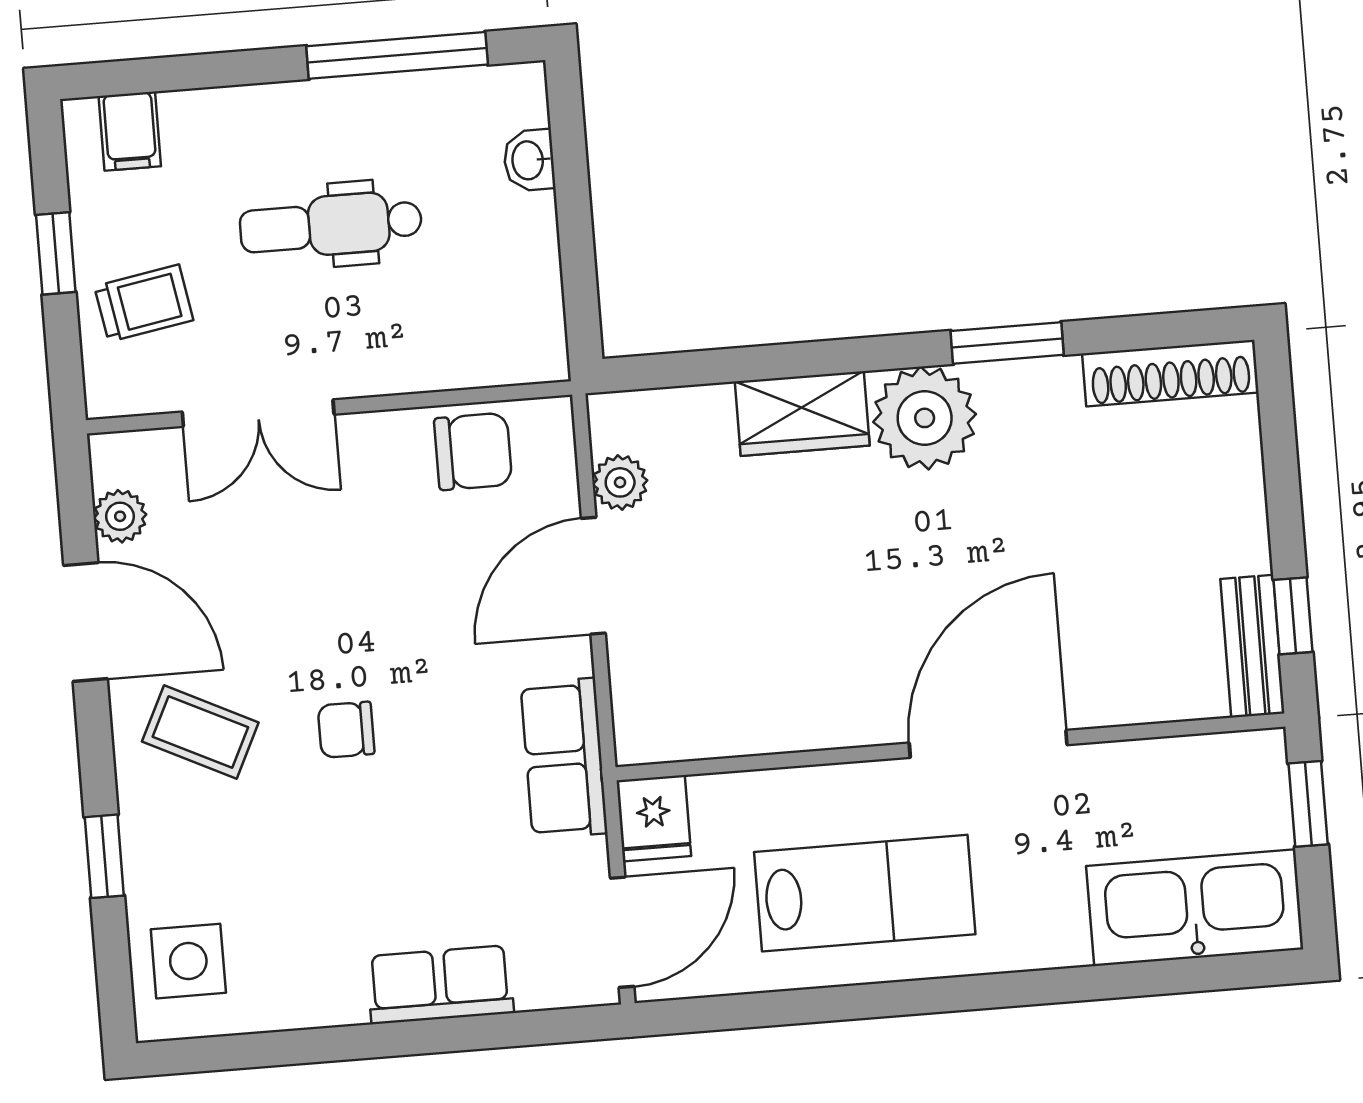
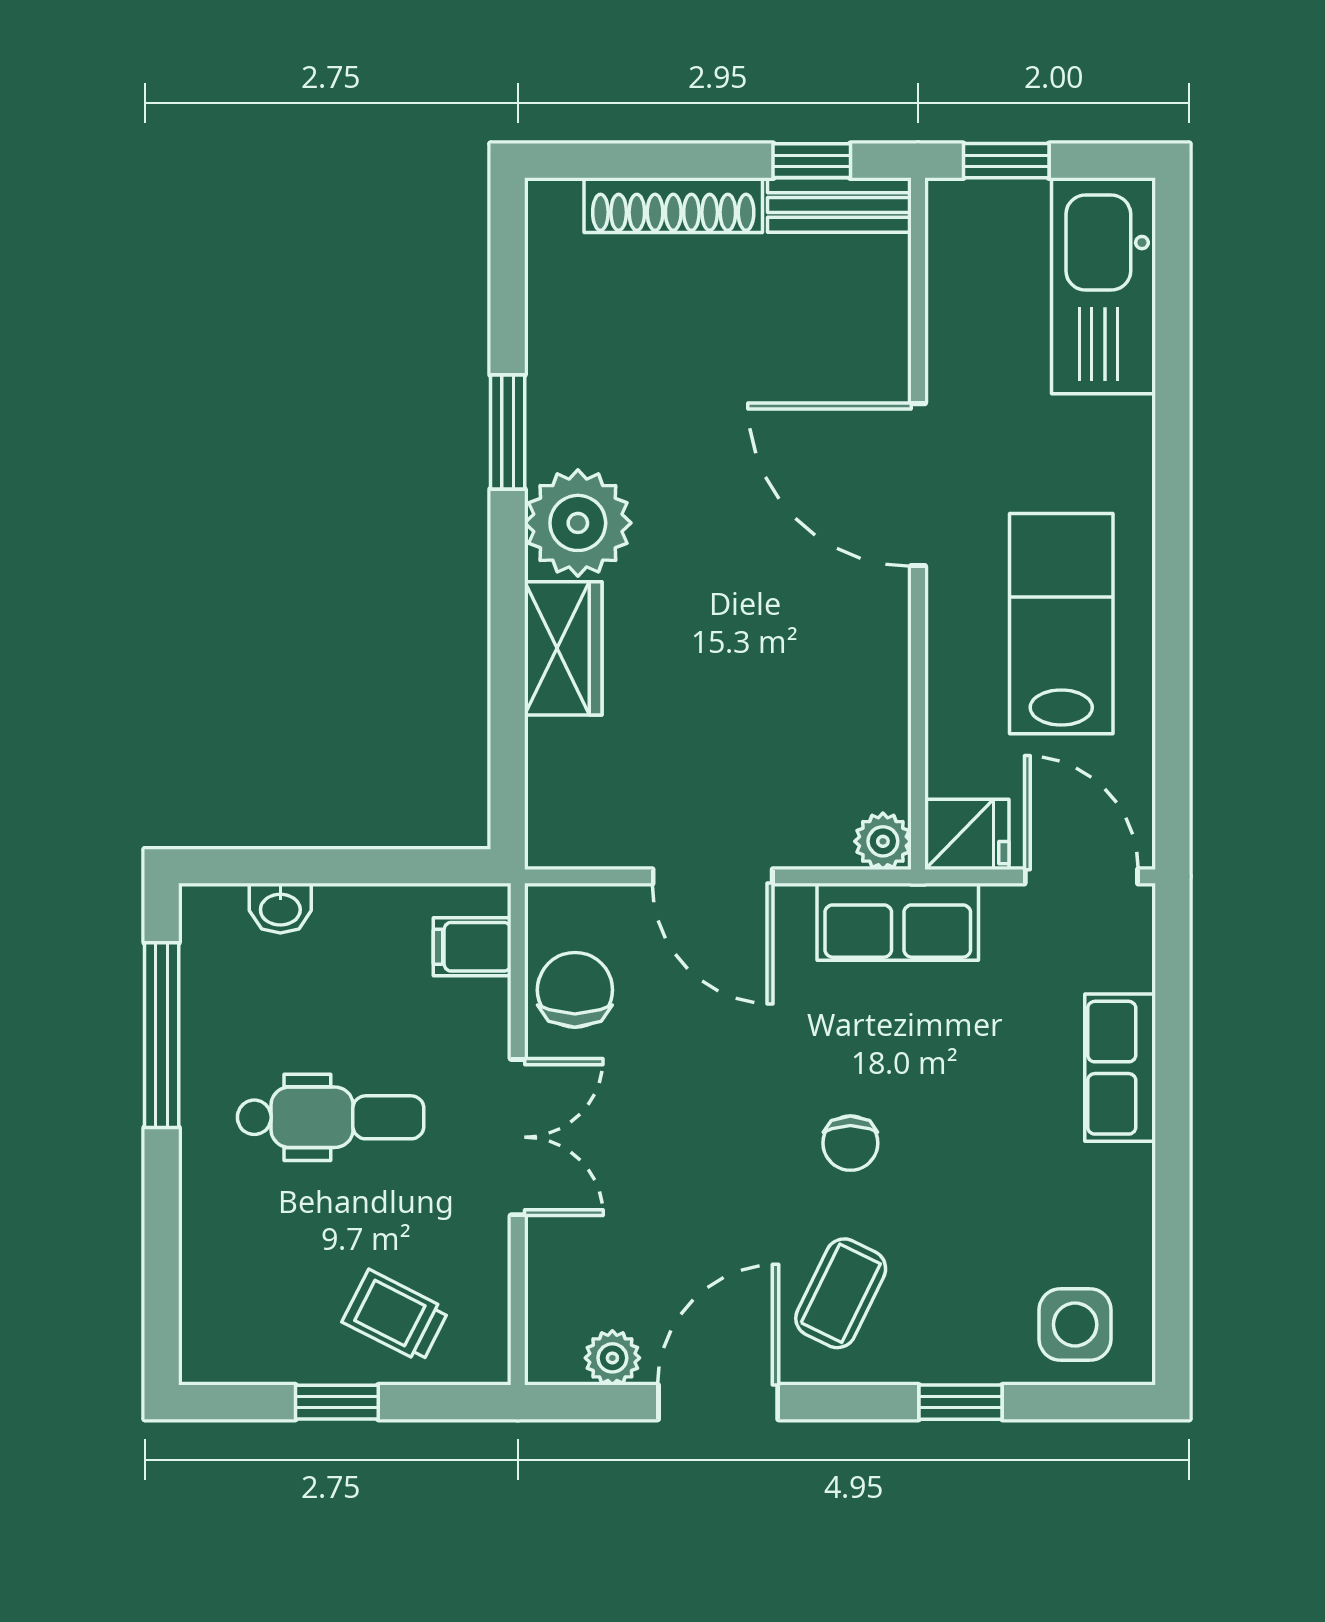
filing cabinet: (130, 131) -> (472, 947), moved, turned 180
dental chair: (331, 225) -> (331, 1117), turned -90
trolley: (144, 303) -> (395, 1316), turned -53
shoe rack: (1170, 373) -> (673, 205), moved, turned 90
double door: (258, 413) -> (518, 1137), moved
plant: (620, 482) -> (883, 841), moved

